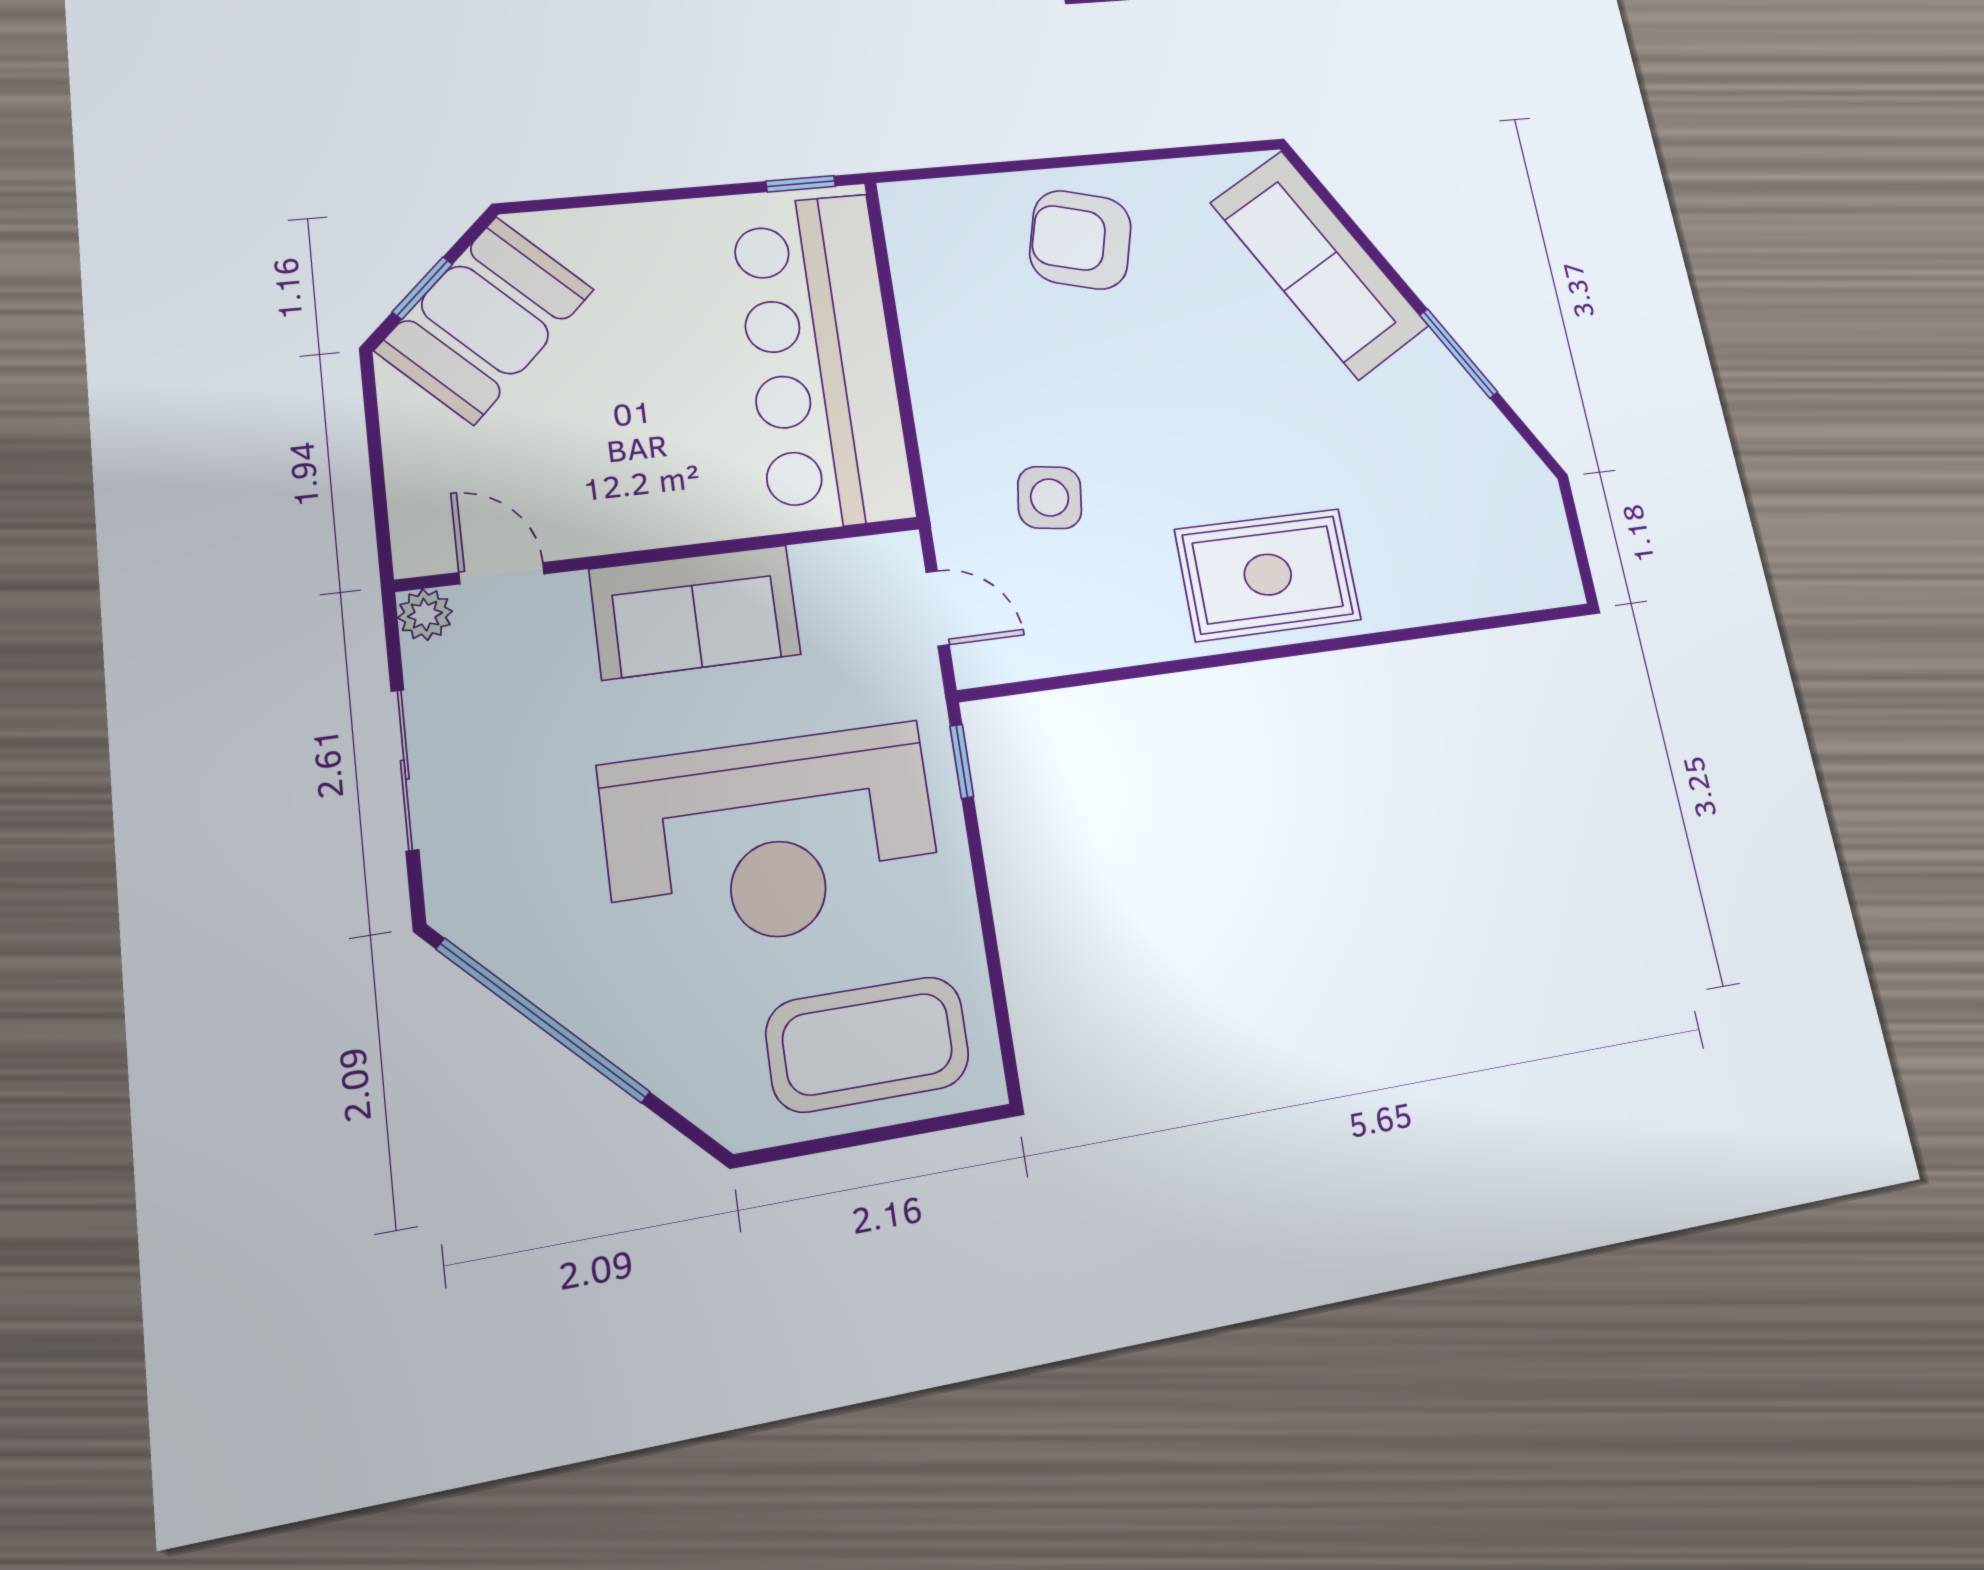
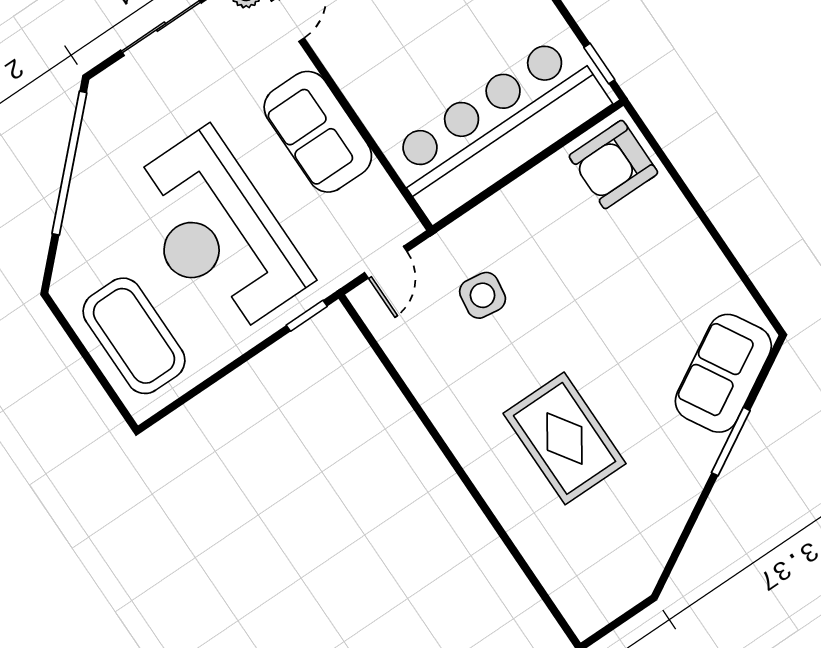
armchair: (1080, 240) -> (613, 165), moved, turned -105
sofa: (1320, 264) -> (723, 373), width x0.73
window: (1459, 353) -> (731, 442), moved
rug: (1268, 575) -> (565, 438), moved

